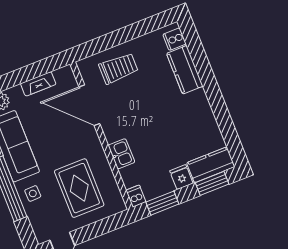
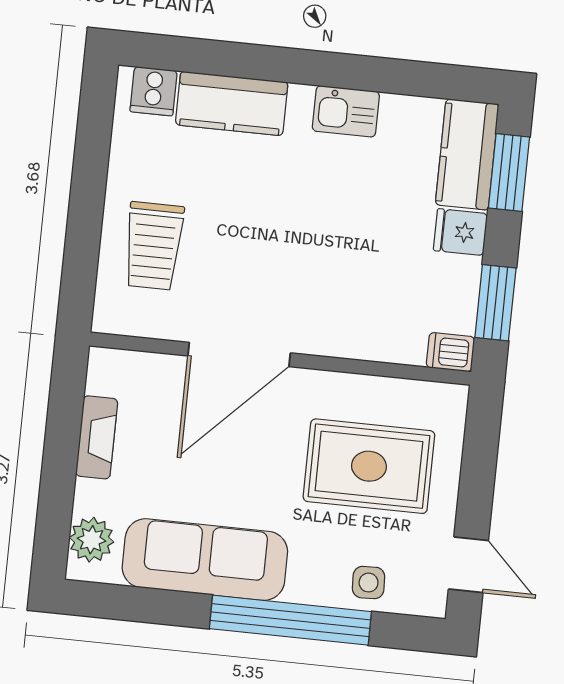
trolley: (118, 68) -> (153, 246), turned 180
door: (89, 105) -> (239, 354), moved
kitchen sink: (121, 154) -> (346, 111), moved, turned 180
side table: (33, 193) -> (369, 583), moved

